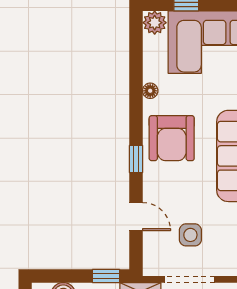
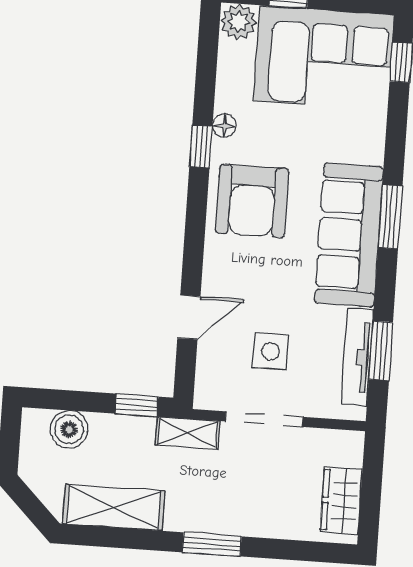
window: (136, 159) -> (201, 146), moved
door: (136, 217) -> (189, 317), hinge flipped

